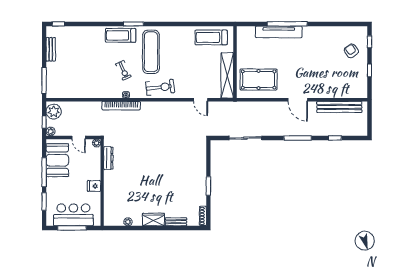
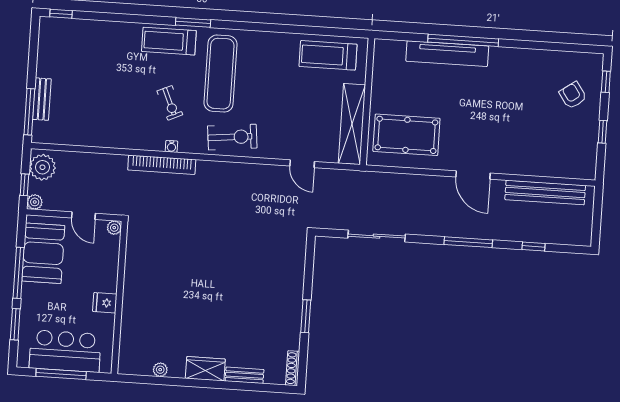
bench: (51, 49) -> (42, 99), moved
dresser: (108, 158) -> (133, 255), removed

